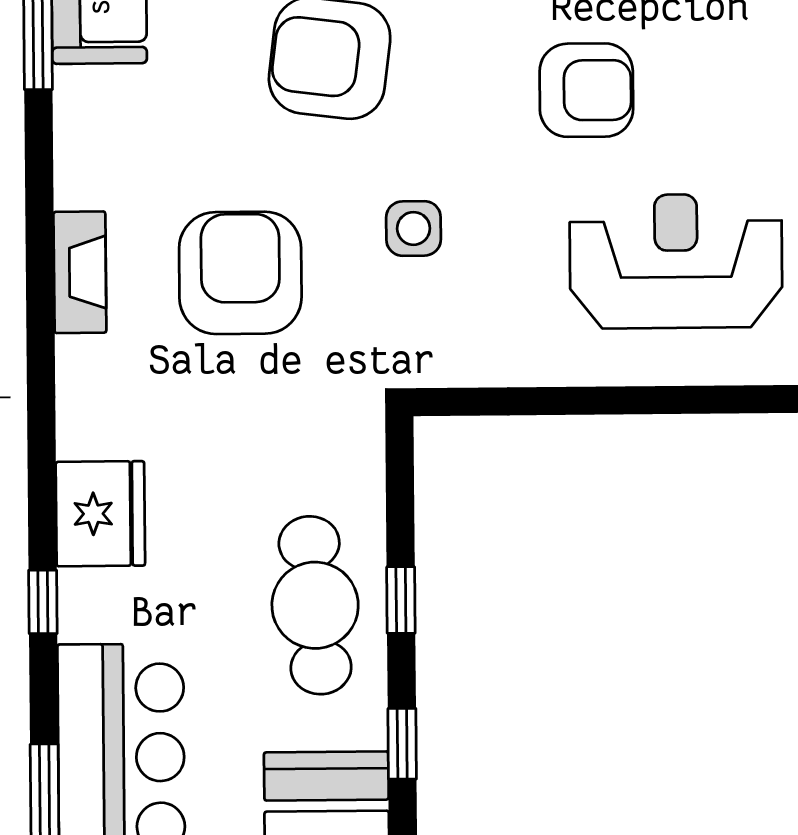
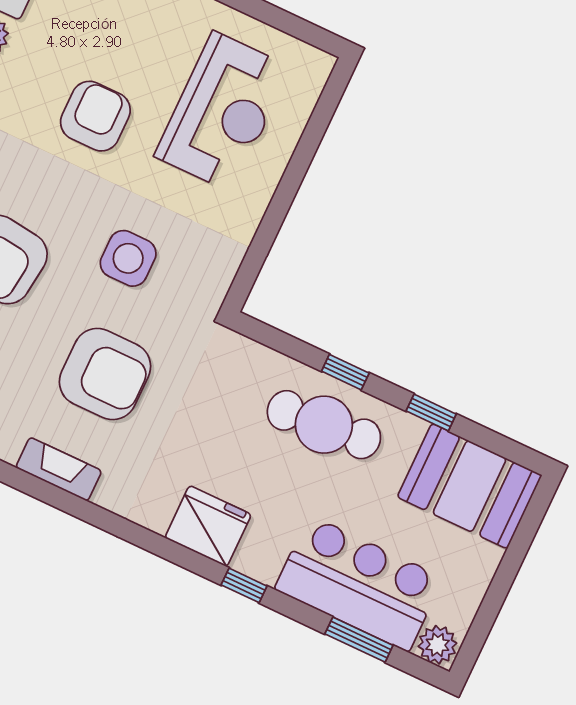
side table: (414, 228) -> (128, 258), width x1.37, depth x1.37
reception desk: (676, 261) -> (223, 112), turned 180
armchair: (240, 273) -> (105, 374), turned 180

